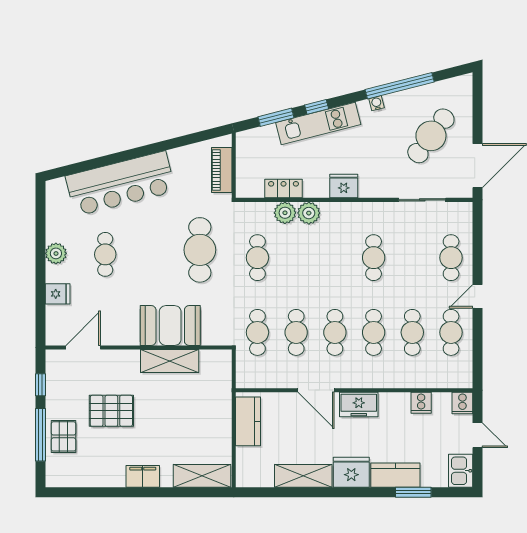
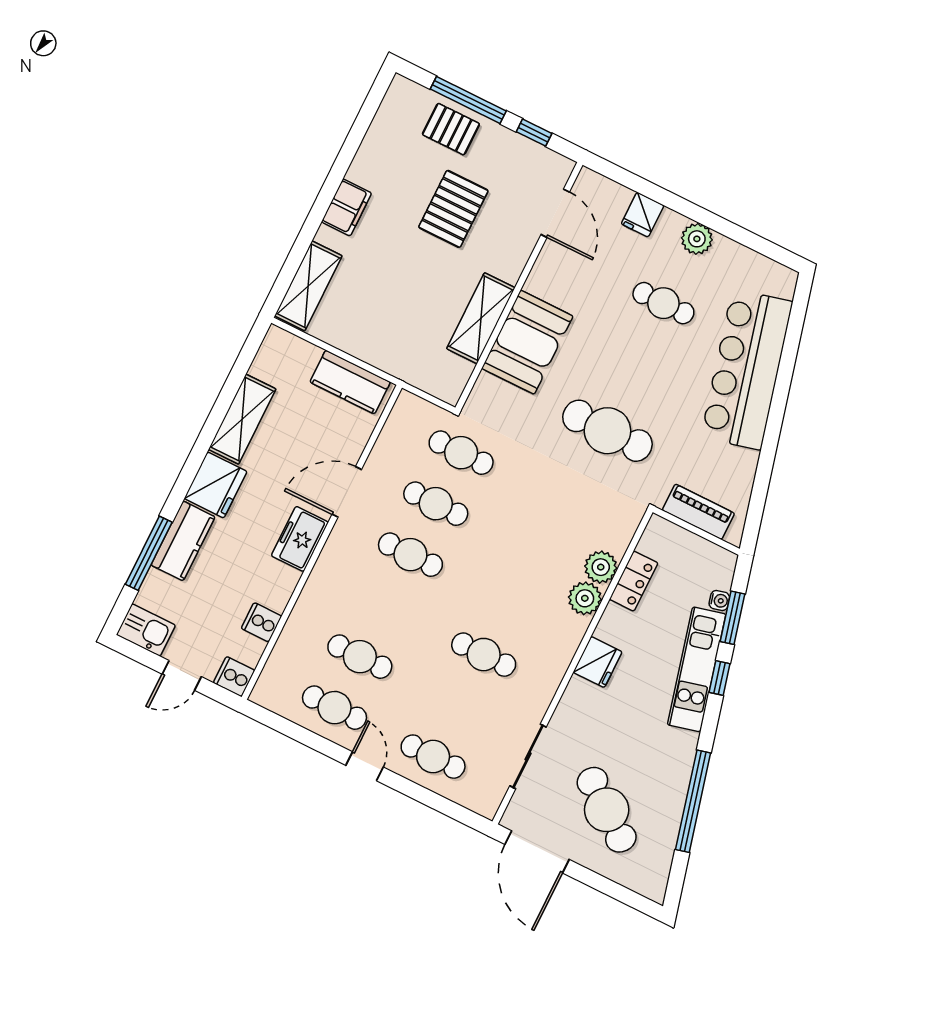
water cooler: (377, 103) -> (719, 600), moved
cafe table: (257, 258) -> (560, 502), removed
cafe table: (374, 332) -> (385, 606), removed
window: (413, 492) -> (149, 553), width x1.44

